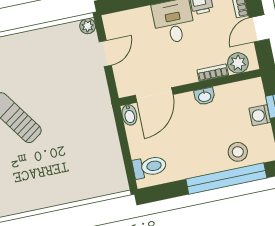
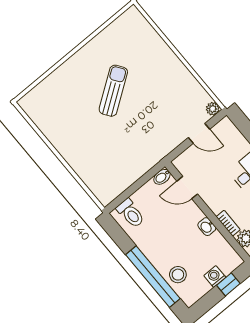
door: (154, 95) -> (187, 188), width x0.73

